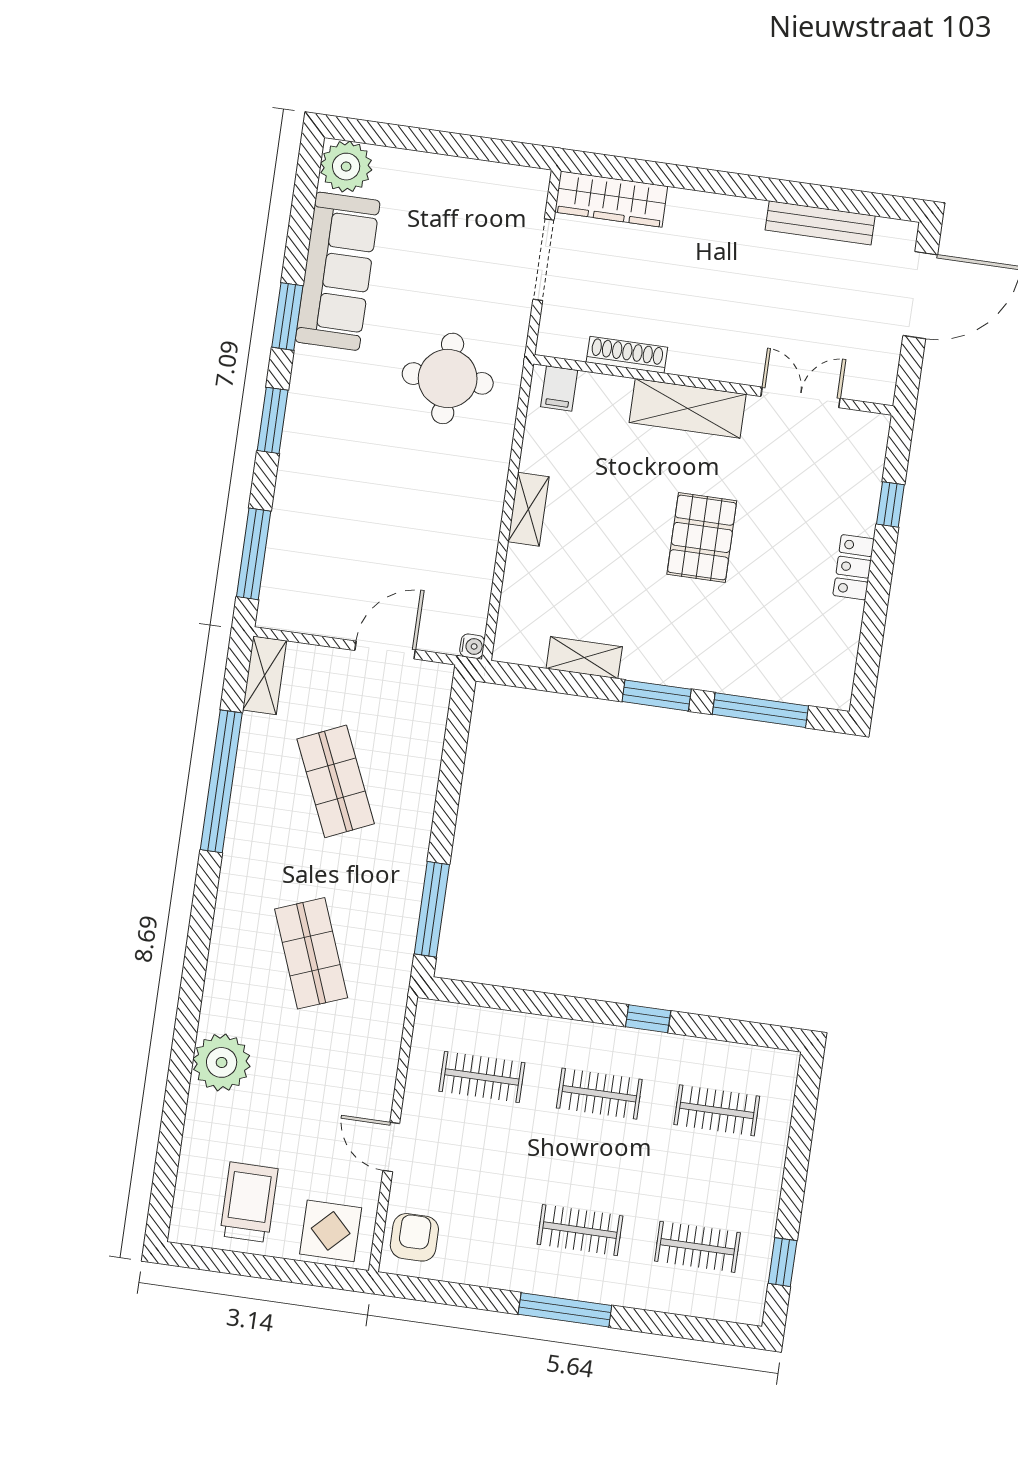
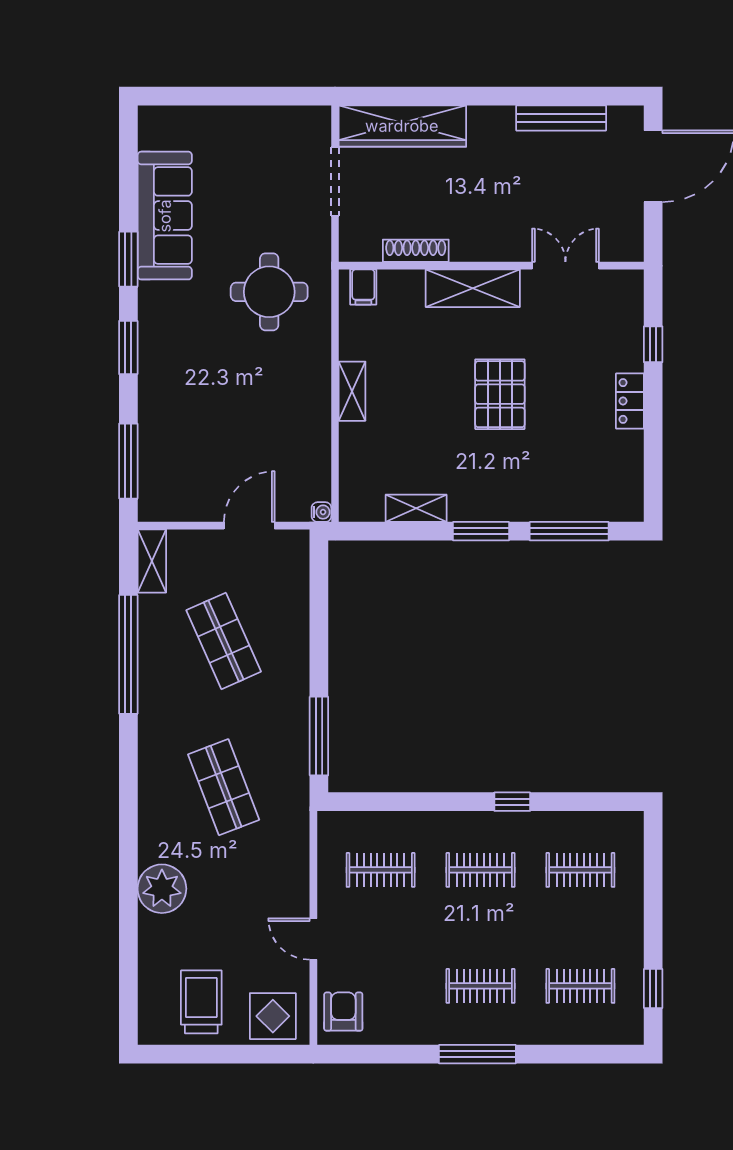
plant: (346, 167) -> (159, 127), removed
wardrobe: (611, 199) -> (402, 126), width x1.40, depth x1.17

